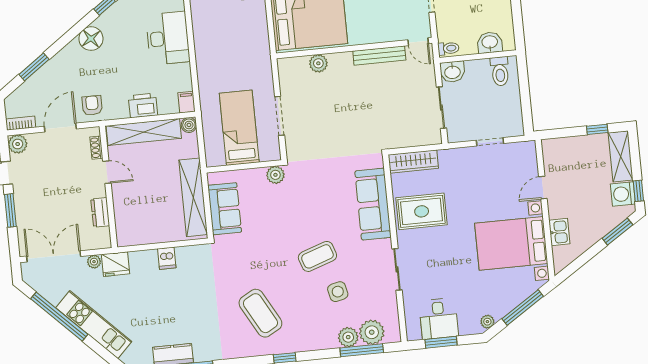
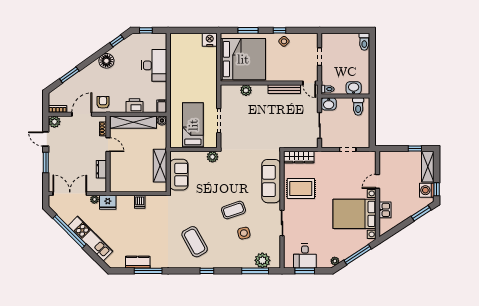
shelving: (193, 197) -> (160, 166), width x0.68
plant: (348, 337) -> (248, 262), removed

